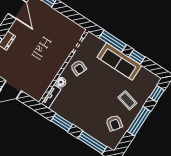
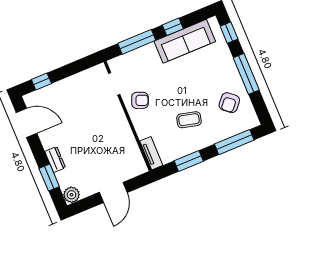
sofa: (119, 61) -> (185, 41), moved
floor lamp: (61, 82) -> (143, 131), removed
coffee table: (127, 100) -> (189, 120), moved
armchair: (114, 123) -> (229, 103), turned 95

